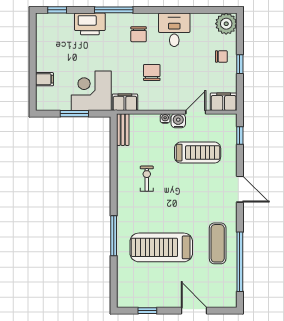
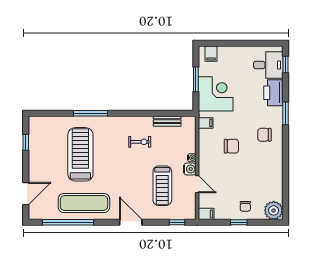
window: (114, 10) -> (285, 113), width x0.69
desk: (174, 30) -> (268, 65), moved
filing cabinet: (45, 79) -> (211, 54), moved
filing cabinet: (125, 102) -> (206, 123), width x0.50
filing cabinet: (224, 102) -> (206, 214), width x0.50
bench: (123, 130) -> (167, 121), moved
door: (240, 189) -> (131, 222), swing flipped
exercise mat: (218, 243) -> (84, 203), width x1.36, depth x1.45
door: (194, 311) -> (26, 194), moved

